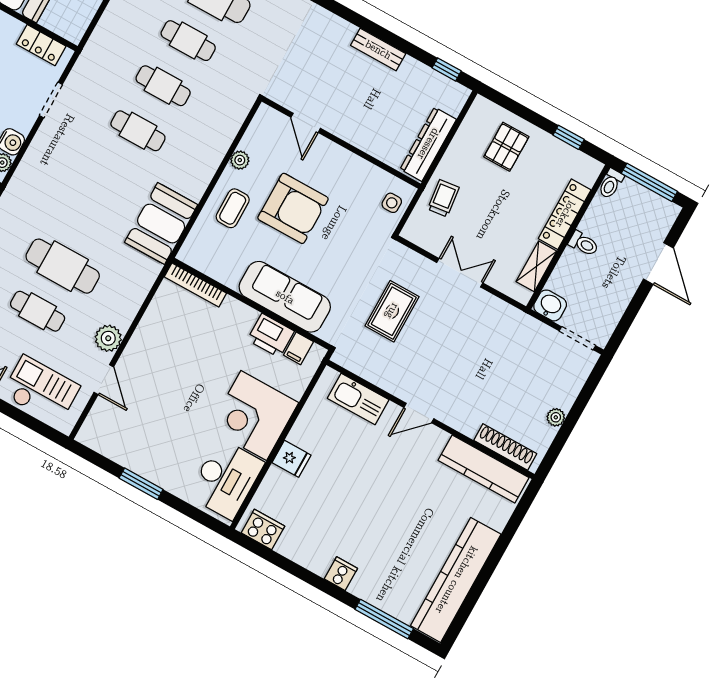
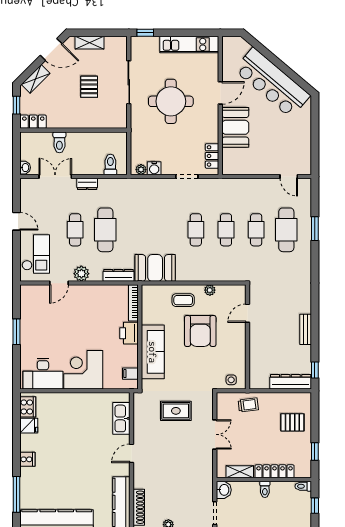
dresser: (428, 144) -> (291, 382), moved
window: (649, 182) -> (315, 506), width x0.46
dresser: (142, 284) -> (119, 275), added
printer: (271, 335) -> (129, 333), moved
door: (419, 413) -> (132, 453), hinge flipped
fridge: (291, 459) -> (29, 426), moved, turned -90

